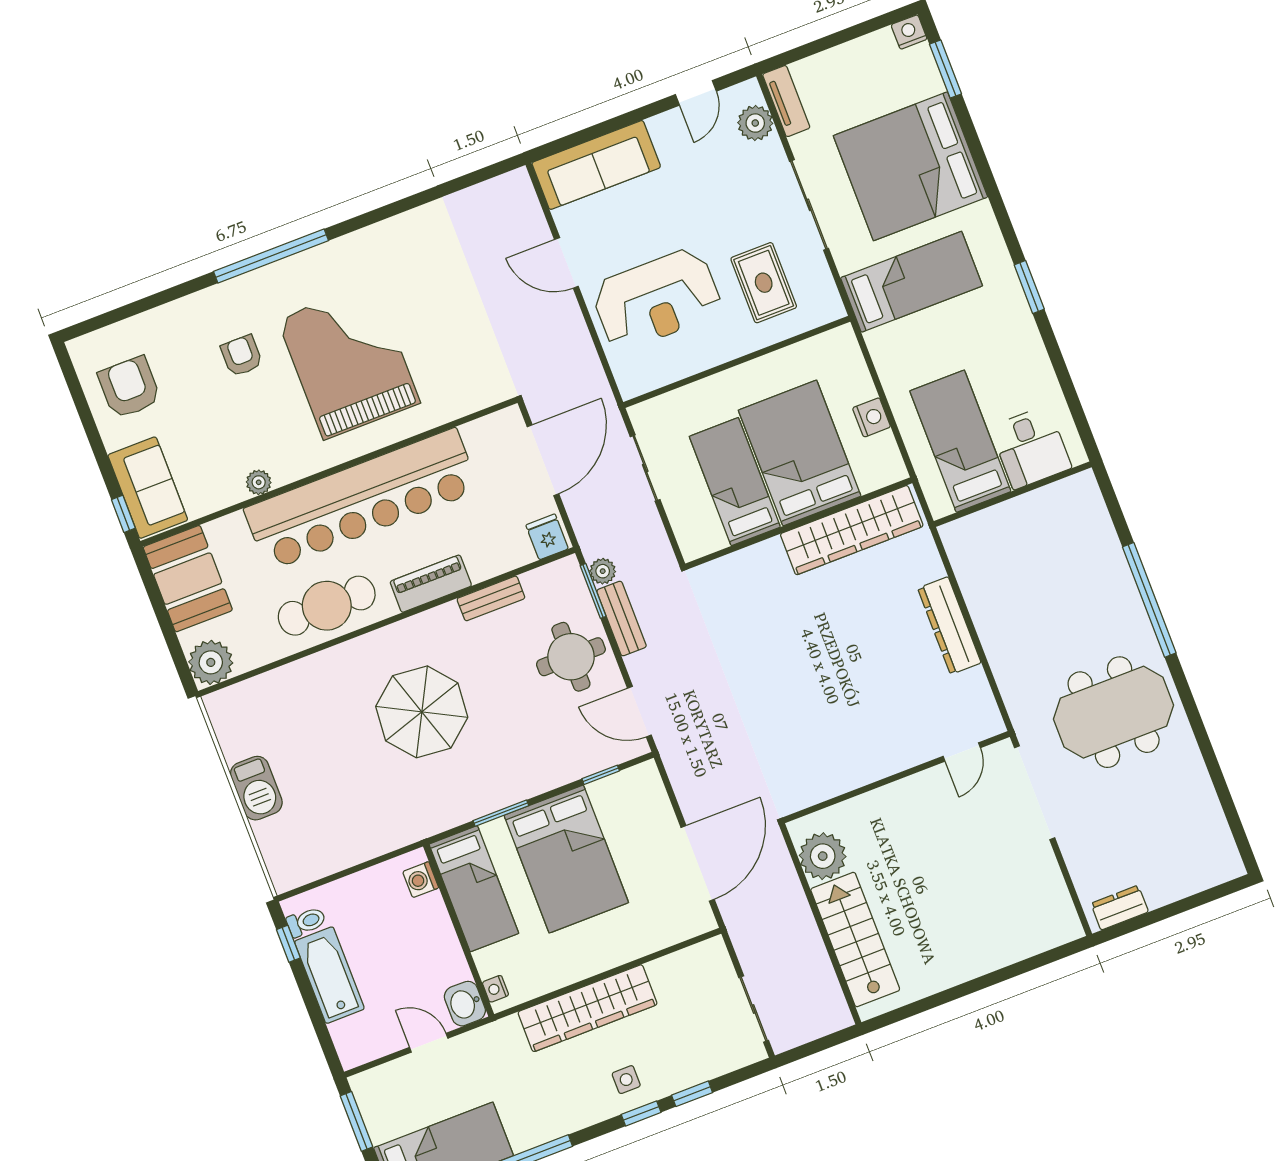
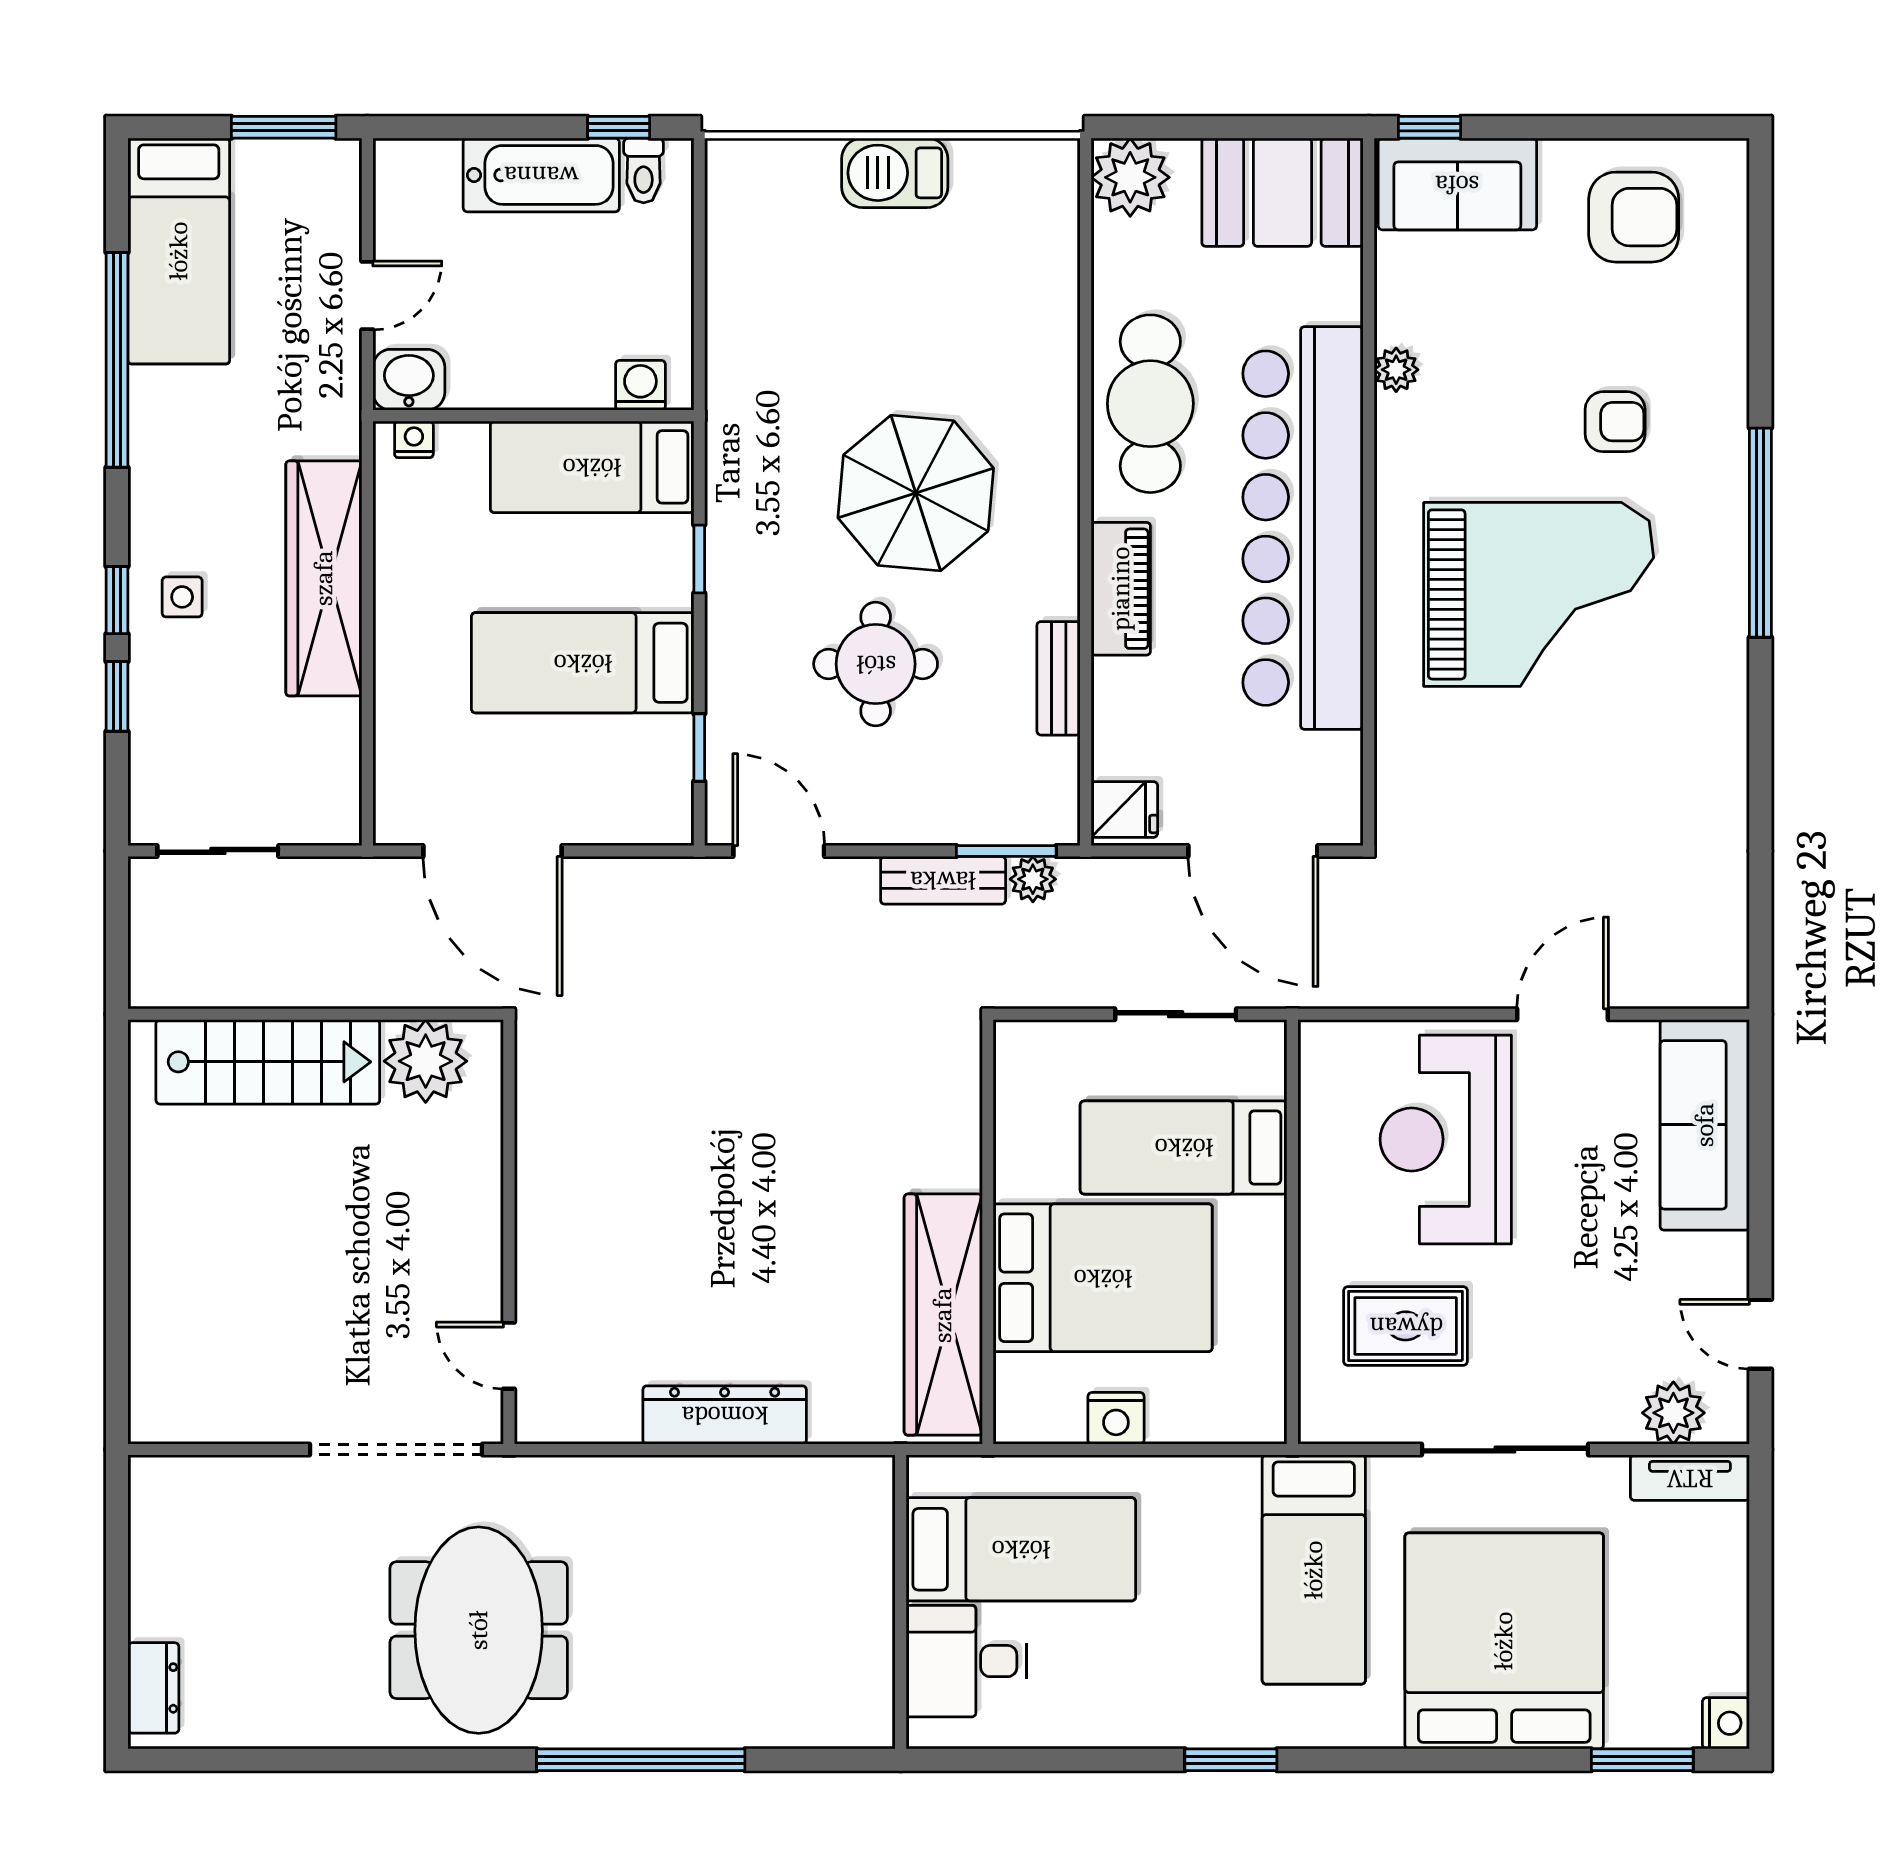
bed: (735, 482) -> (1184, 1147), moved, turned 180
round table: (571, 657) -> (876, 664), moved
door: (639, 712) -> (779, 851), hinge flipped
window: (501, 813) -> (699, 559), width x0.67
bed: (566, 859) -> (583, 663), width x0.67
dresser: (1120, 908) -> (153, 1688), moved

